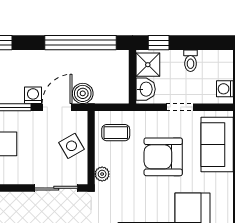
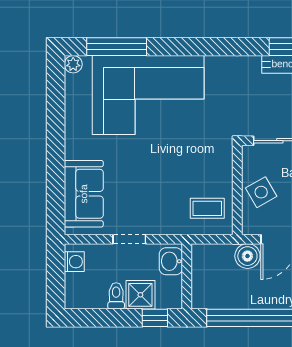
shower: (148, 65) -> (140, 295), moved
armchair: (163, 157) -> (149, 179), removed
plant: (102, 174) -> (224, 158), removed

